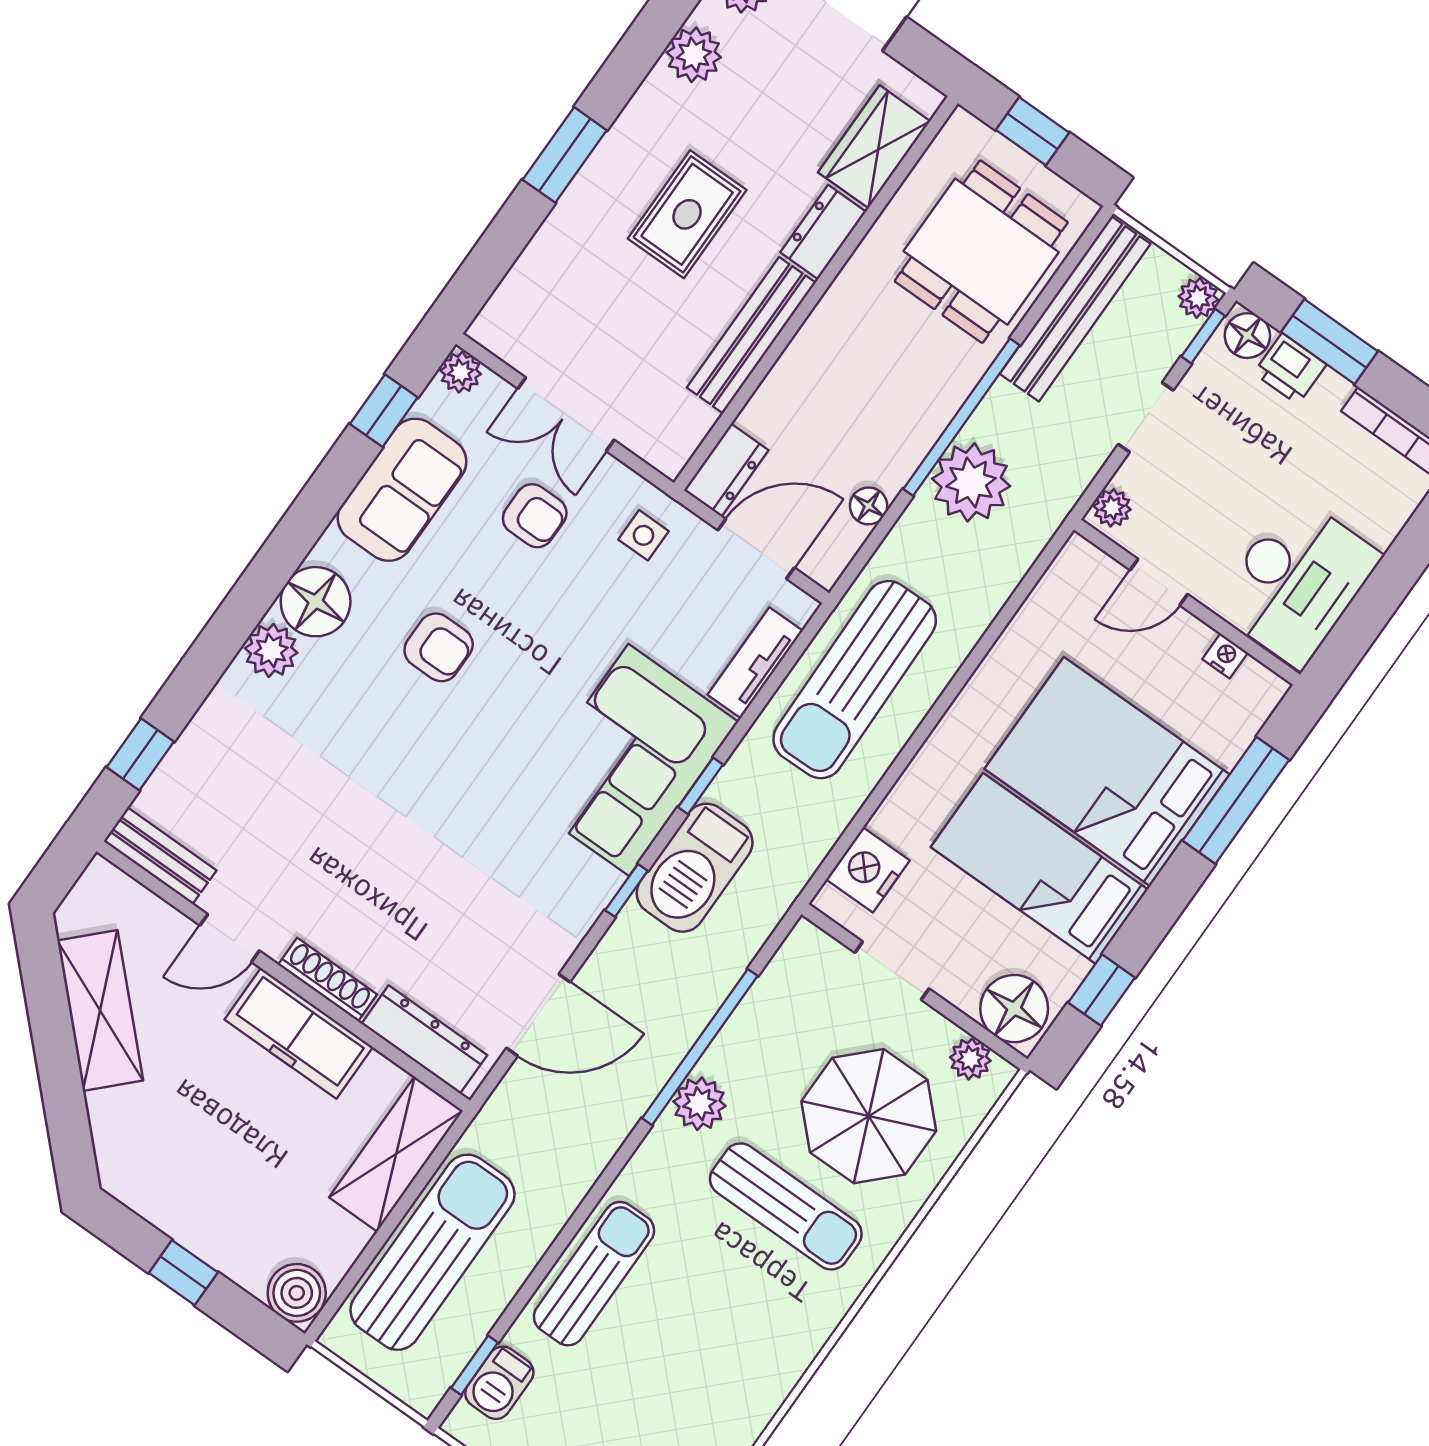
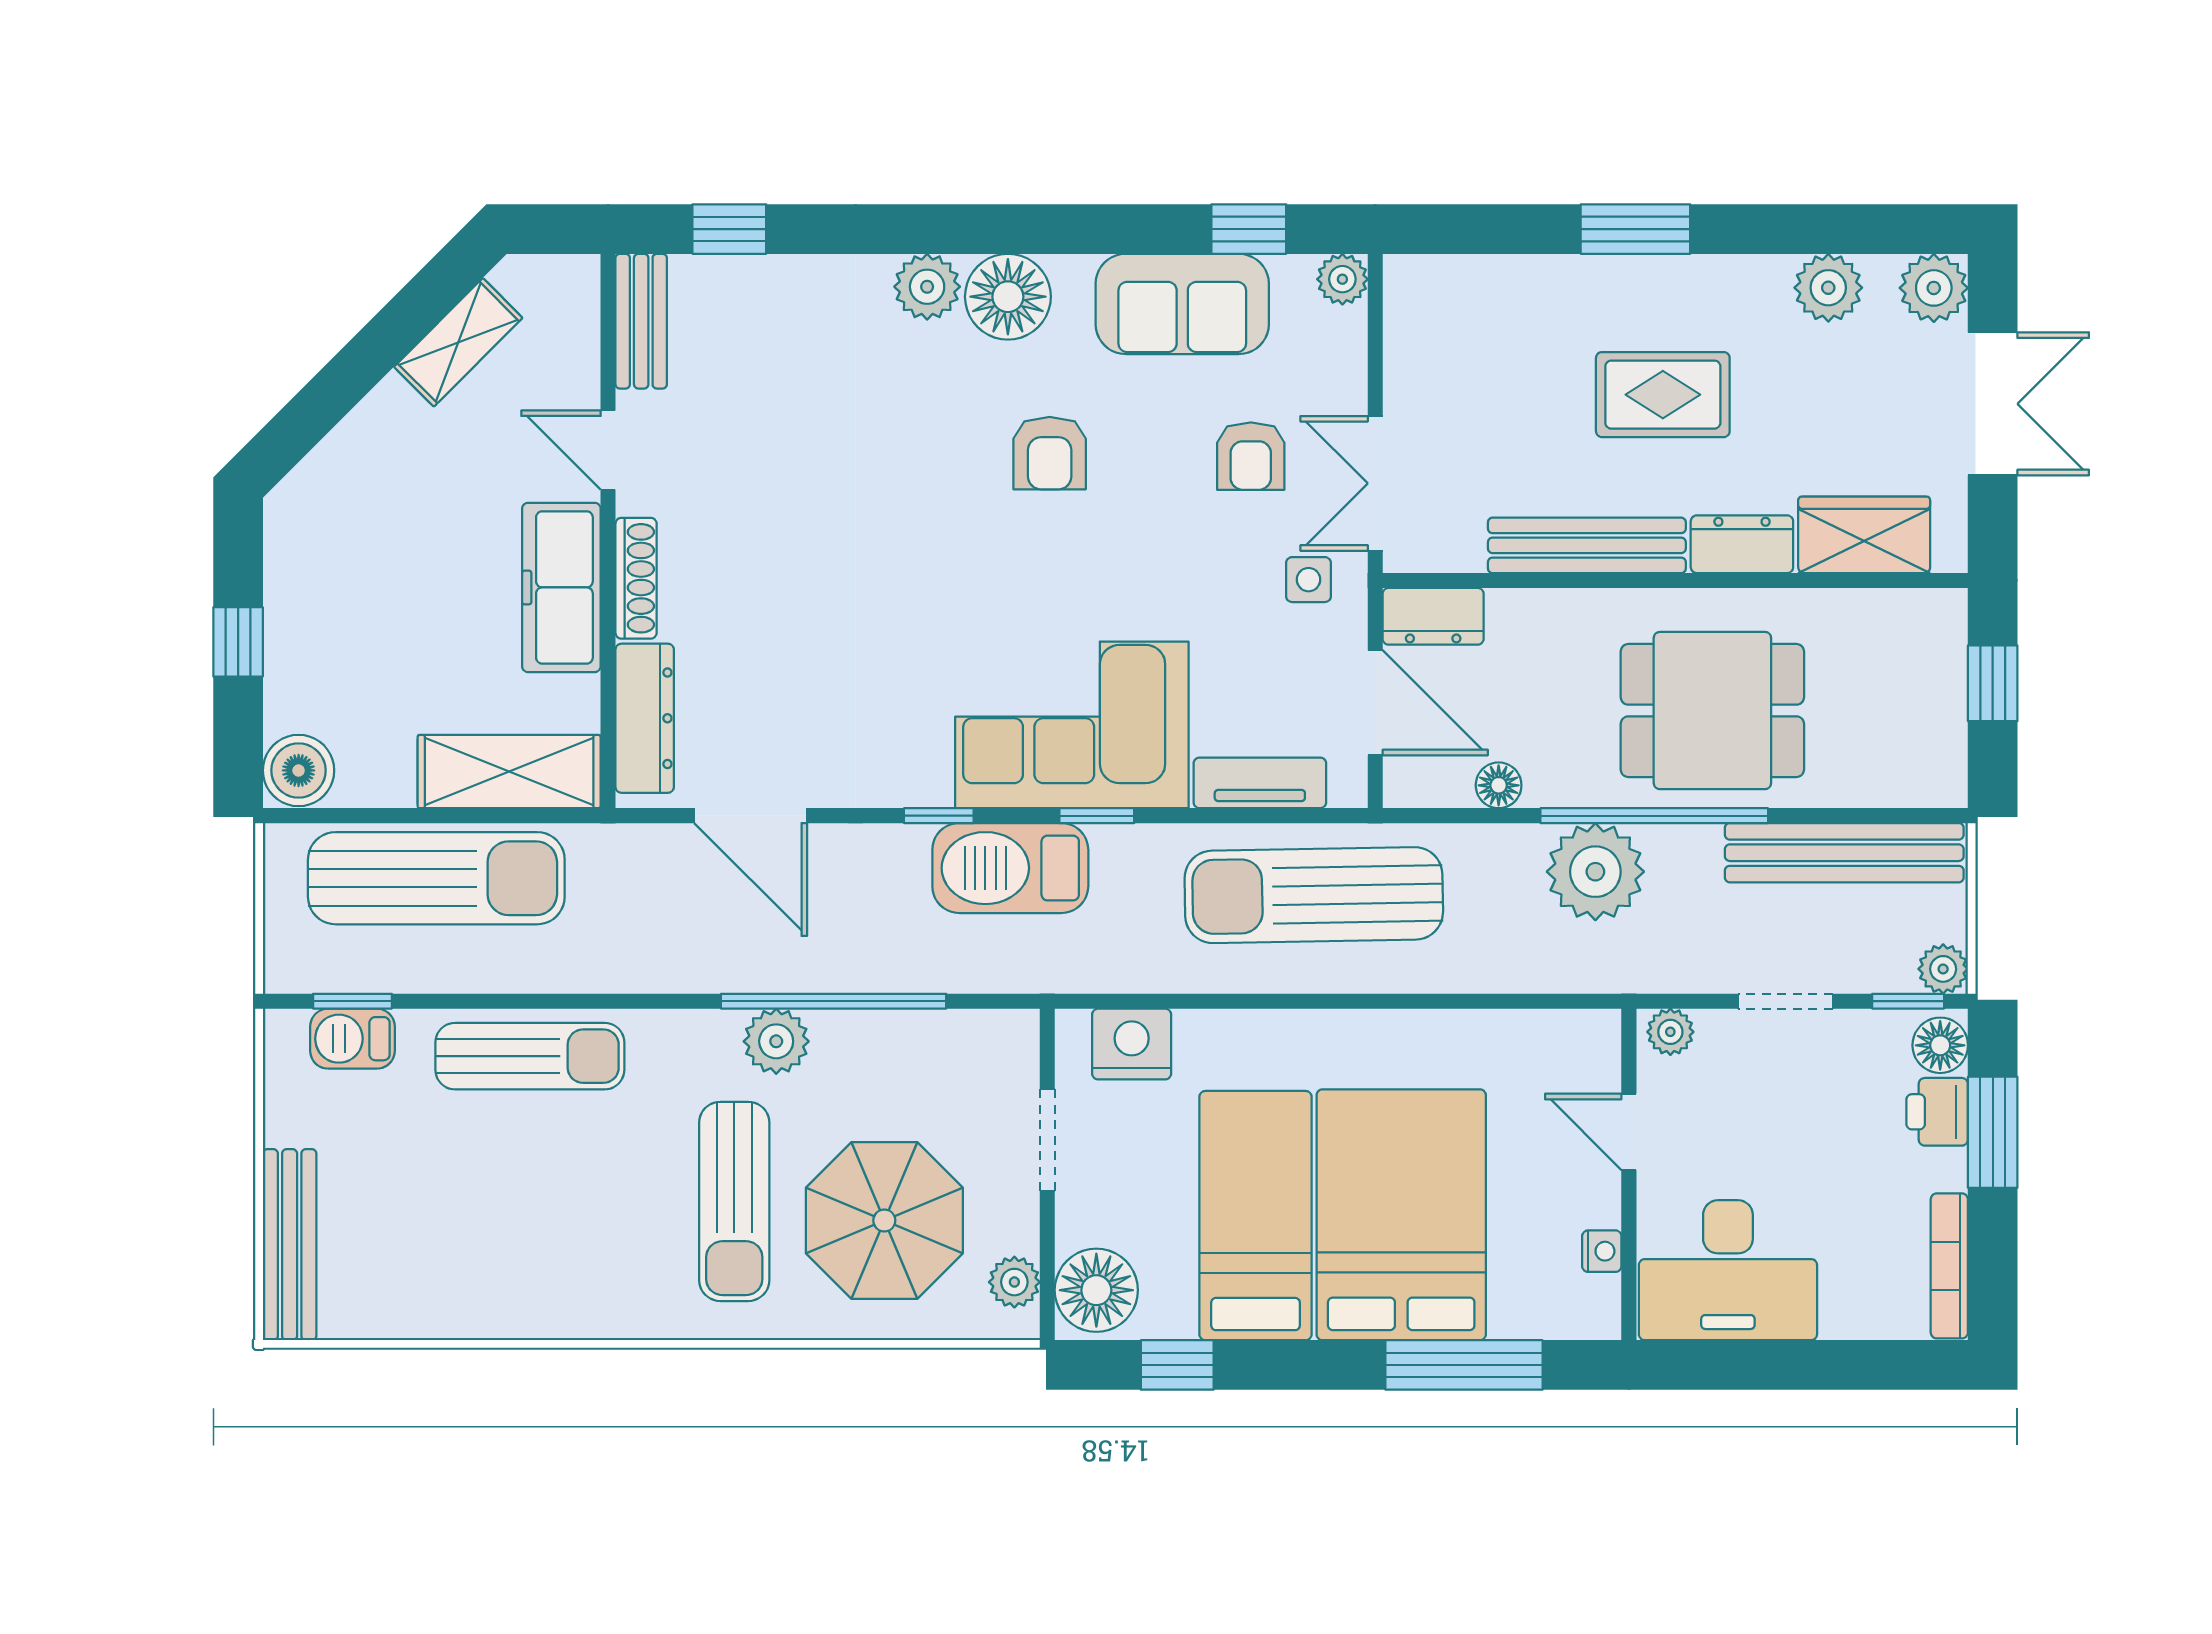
dining table: (981, 252) -> (1712, 711), moved
double door: (566, 414) -> (1375, 483), moved
shelving: (100, 1011) -> (458, 342), width x0.67, depth x0.75

